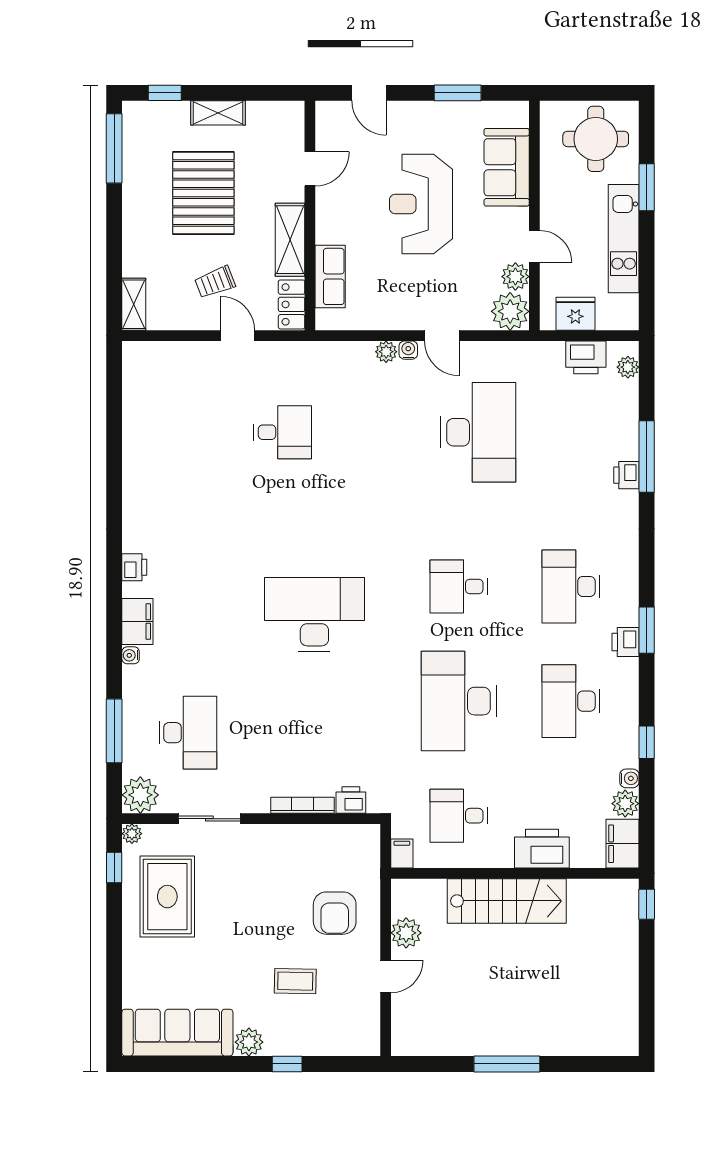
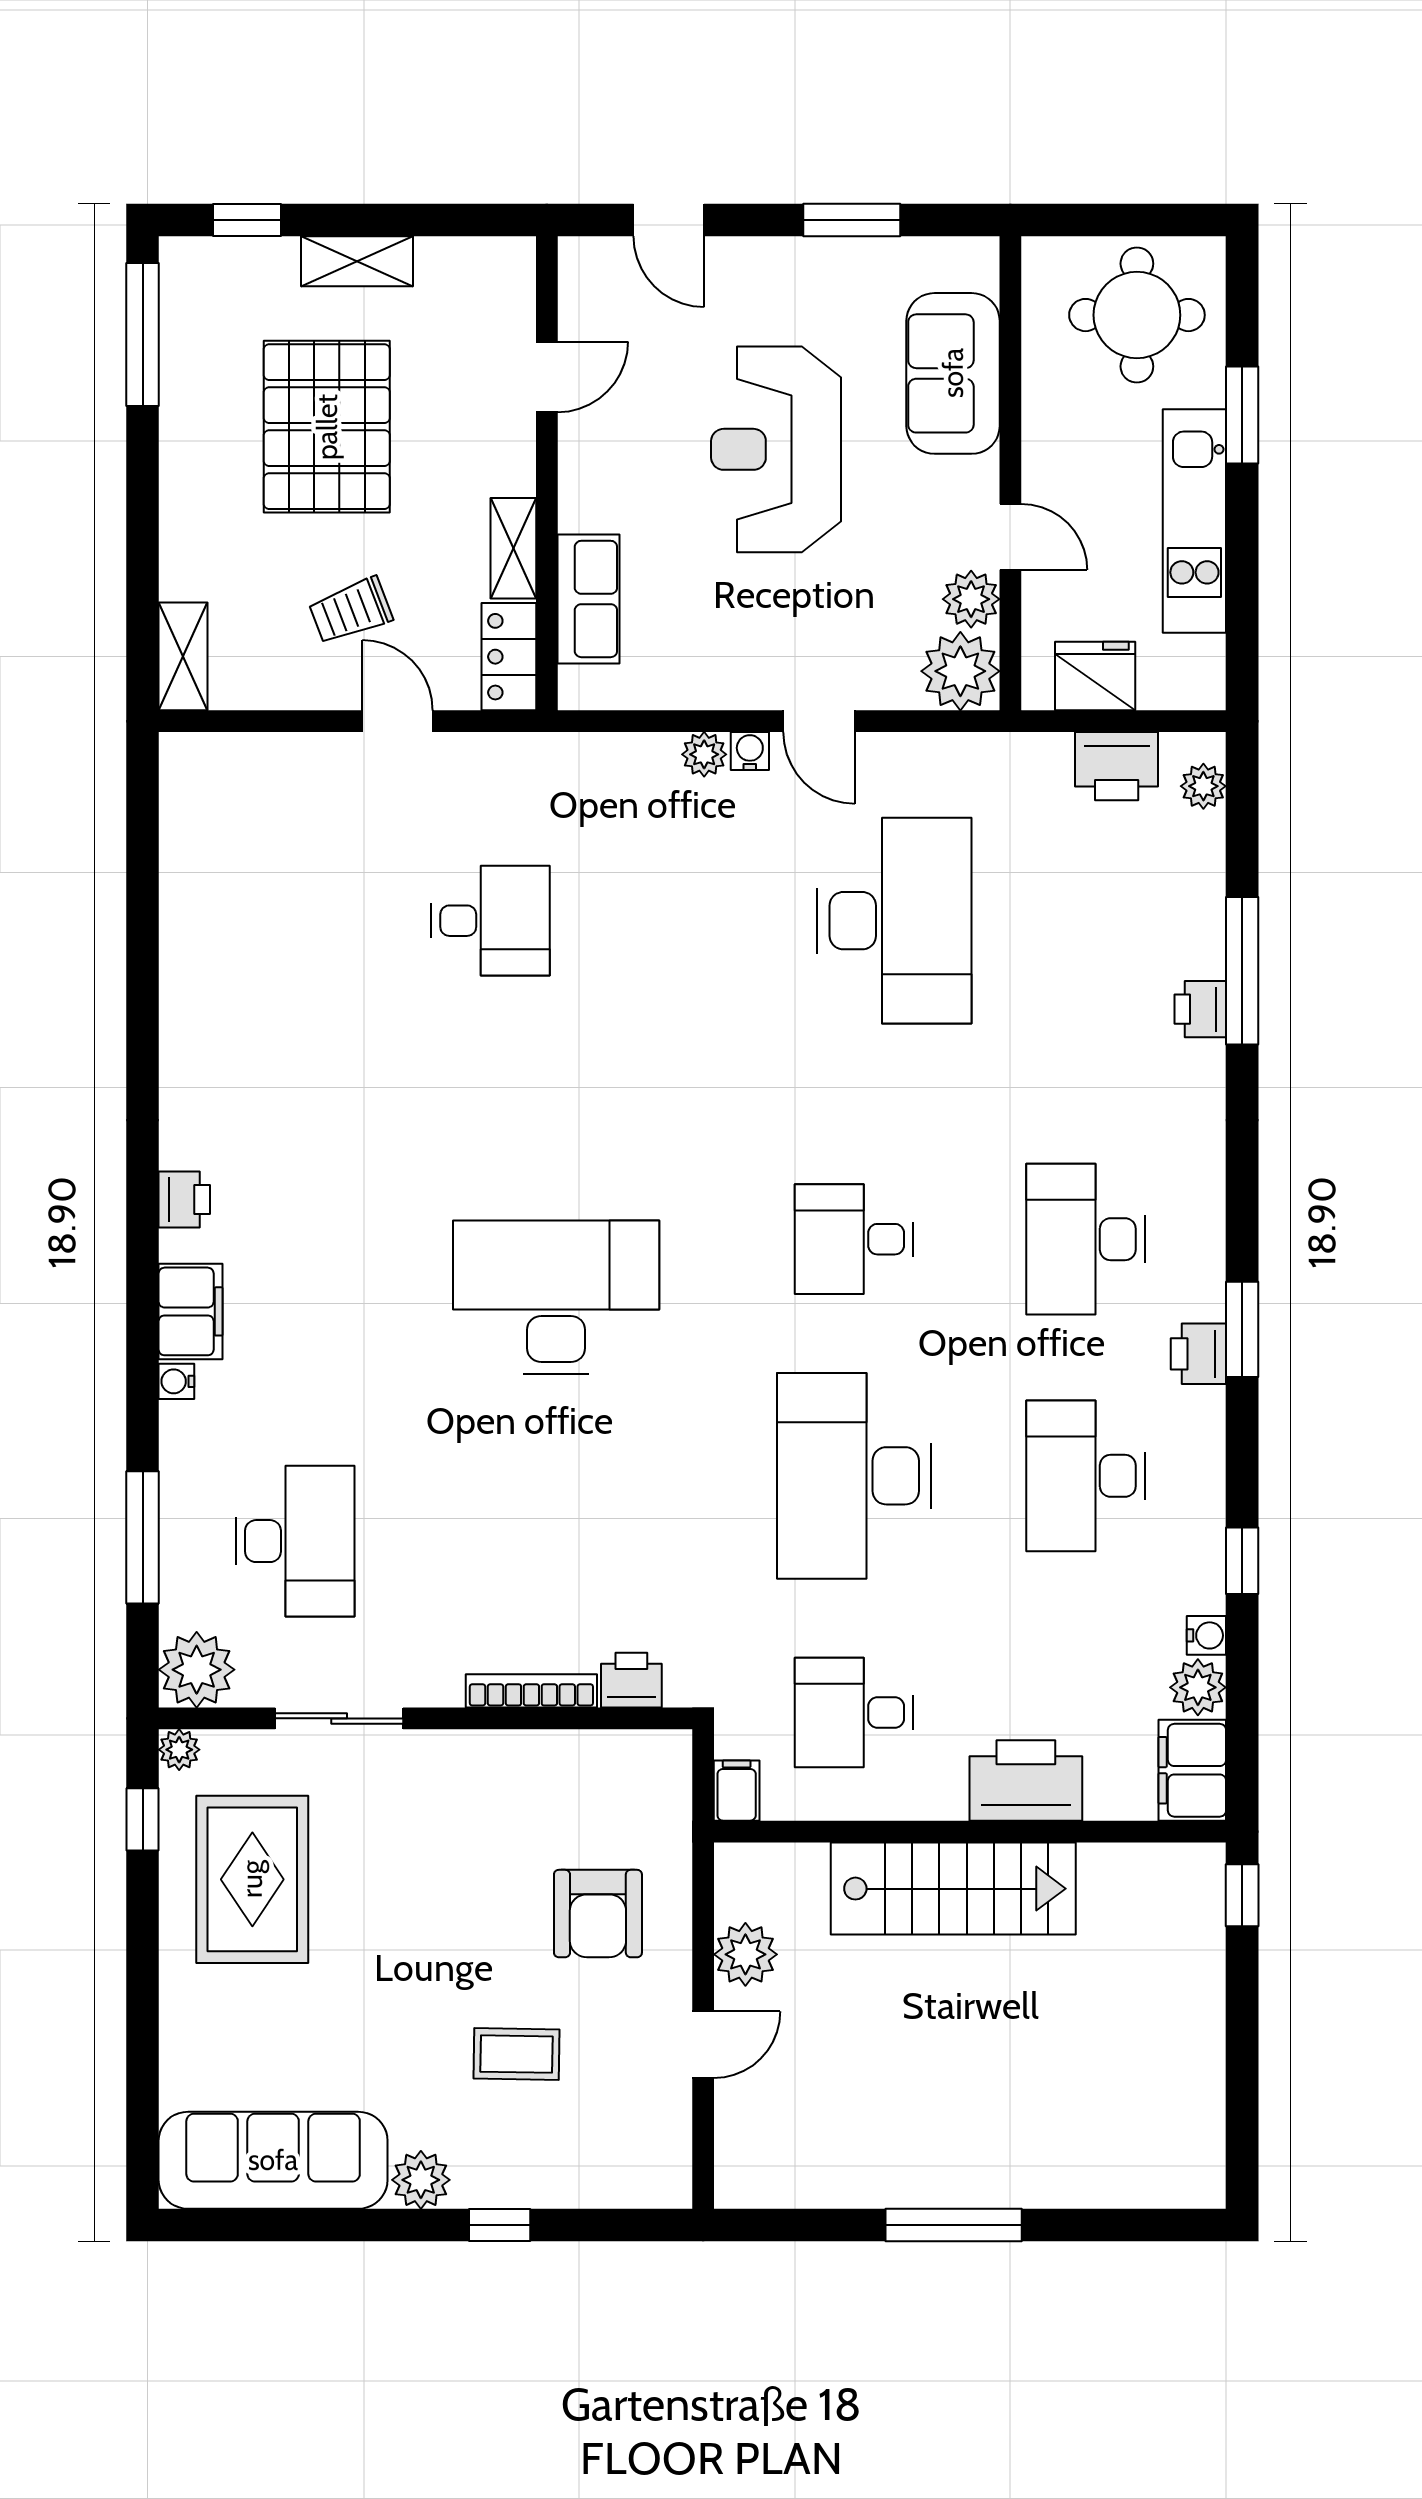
shelving: (290, 240) -> (513, 548), width x0.67, depth x0.75

